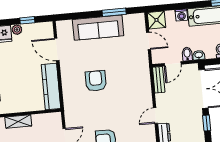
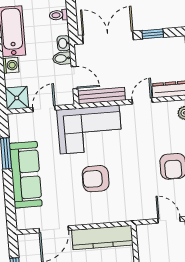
corner sofa: (133, 76) -> (90, 130), added
bench: (159, 80) -> (101, 96), width x1.36
door: (155, 116) -> (142, 101), swing flipped

